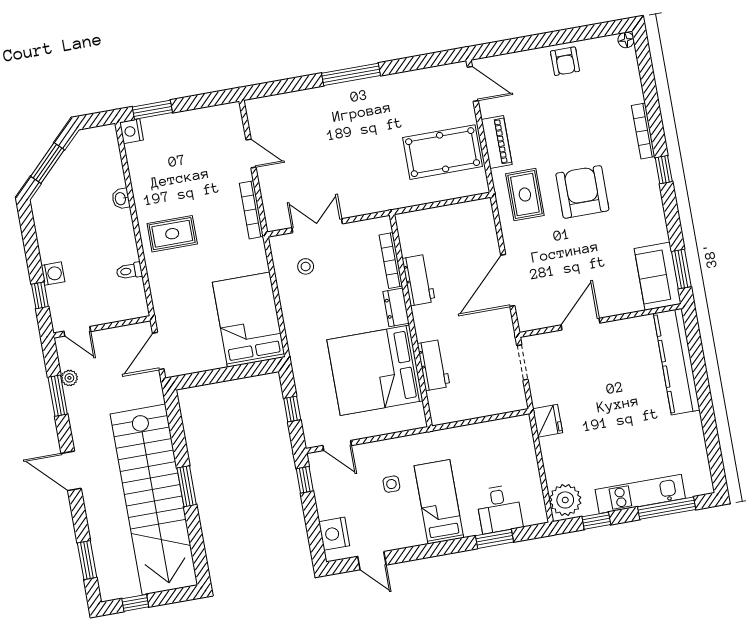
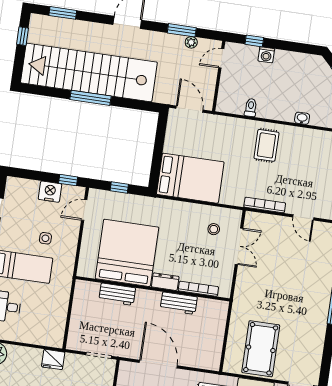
door: (251, 154) -> (303, 217), hinge flipped
window: (187, 486) -> (91, 98), width x1.44
nightstand: (334, 534) -> (50, 192), moved

